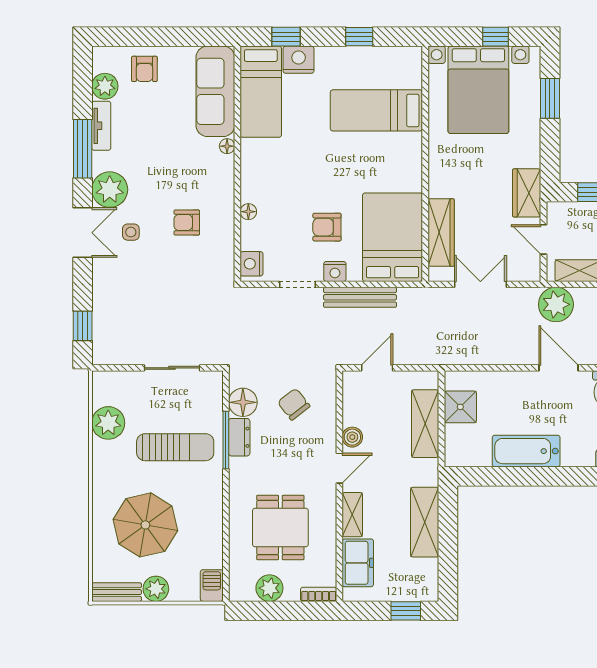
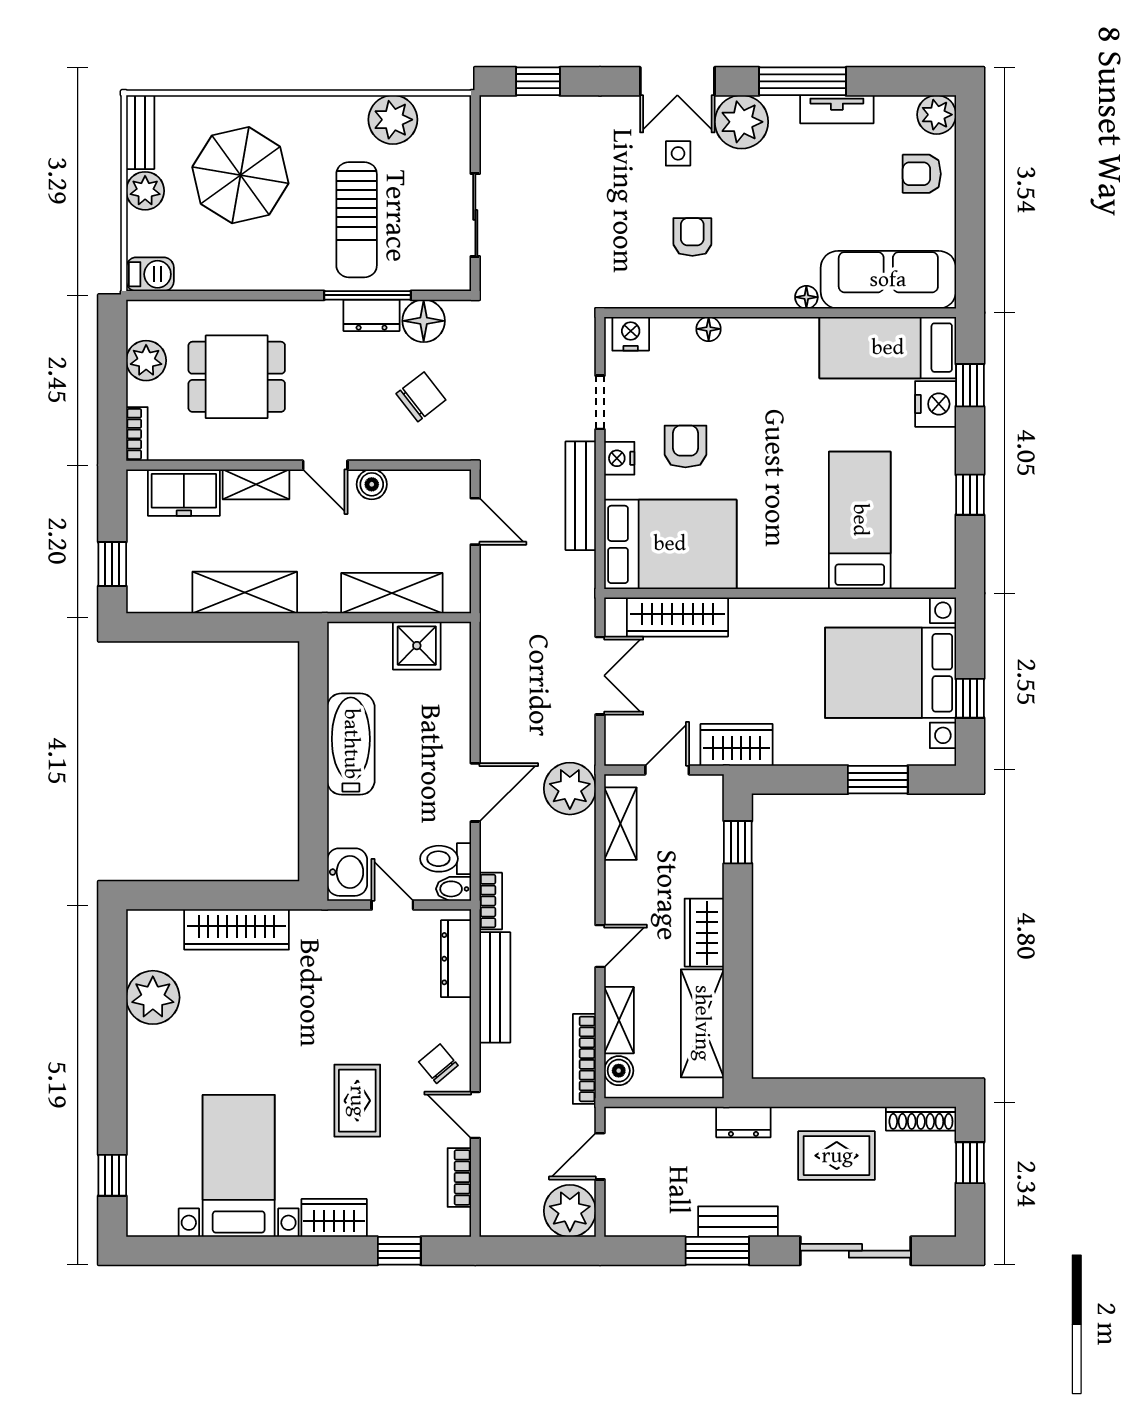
plant: (105, 86) -> (937, 115), moved

